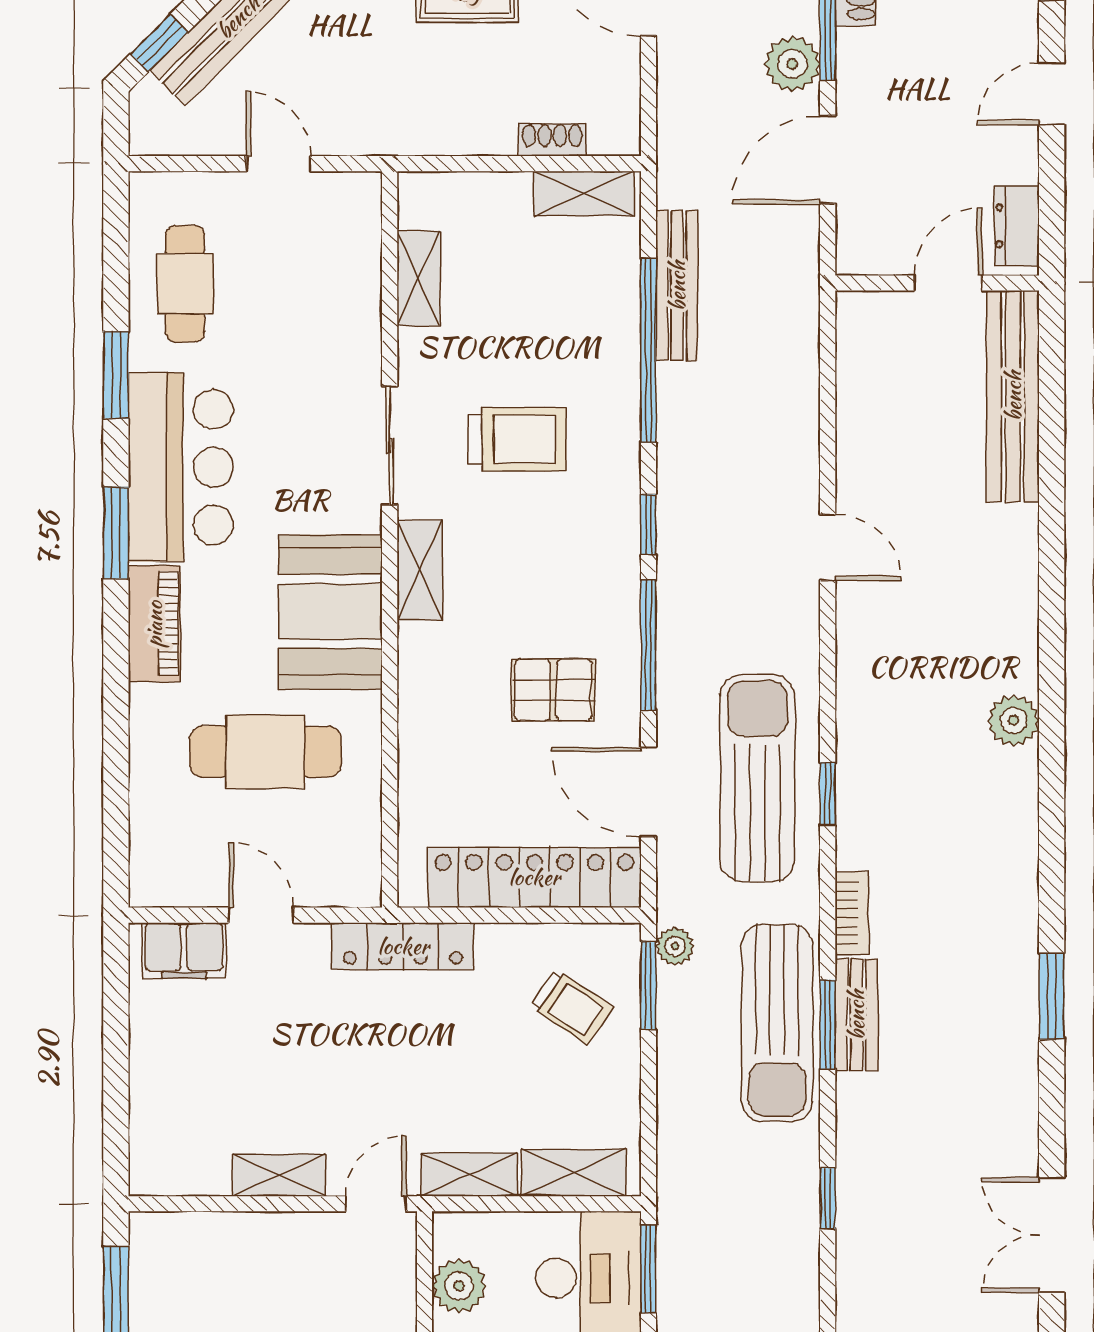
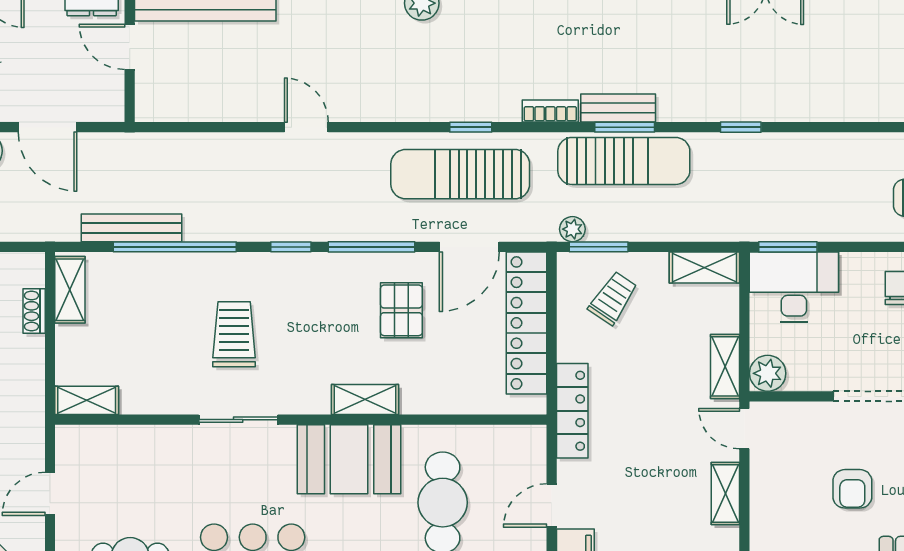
shelving: (418, 278) -> (87, 400), moved
door: (828, 548) -> (306, 127), hinge flipped
shelving: (420, 570) -> (365, 400), moved
shelving: (574, 1173) -> (704, 268), moved, turned 90
plant: (459, 1286) -> (768, 373), moved

